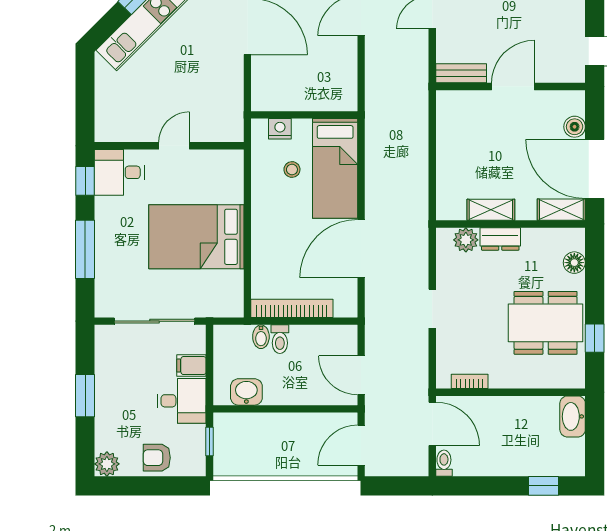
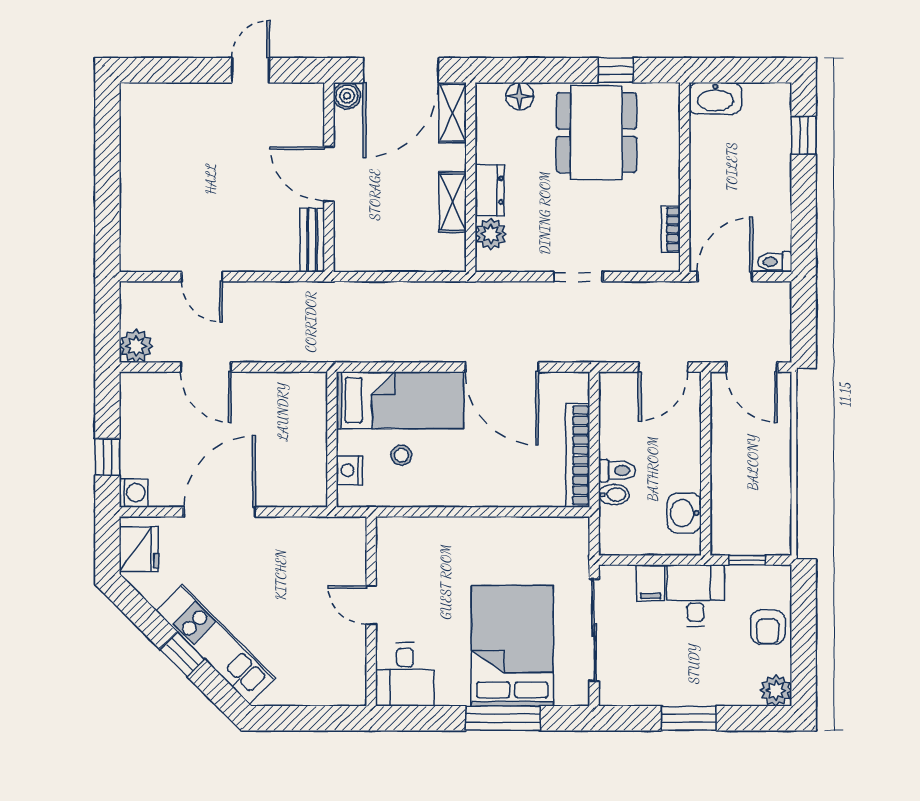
bench: (461, 73) -> (312, 240), moved
wall: (511, 86) -> (329, 177), moved
door: (513, 86) -> (329, 174), moved
window: (85, 181) -> (416, 718), removed
bed: (196, 237) -> (512, 646), moved, turned 180

